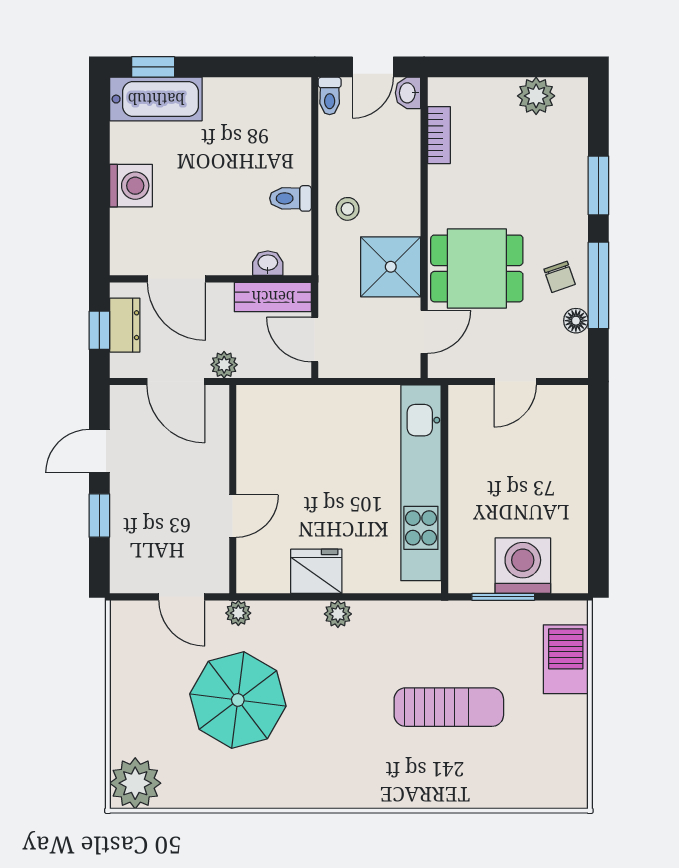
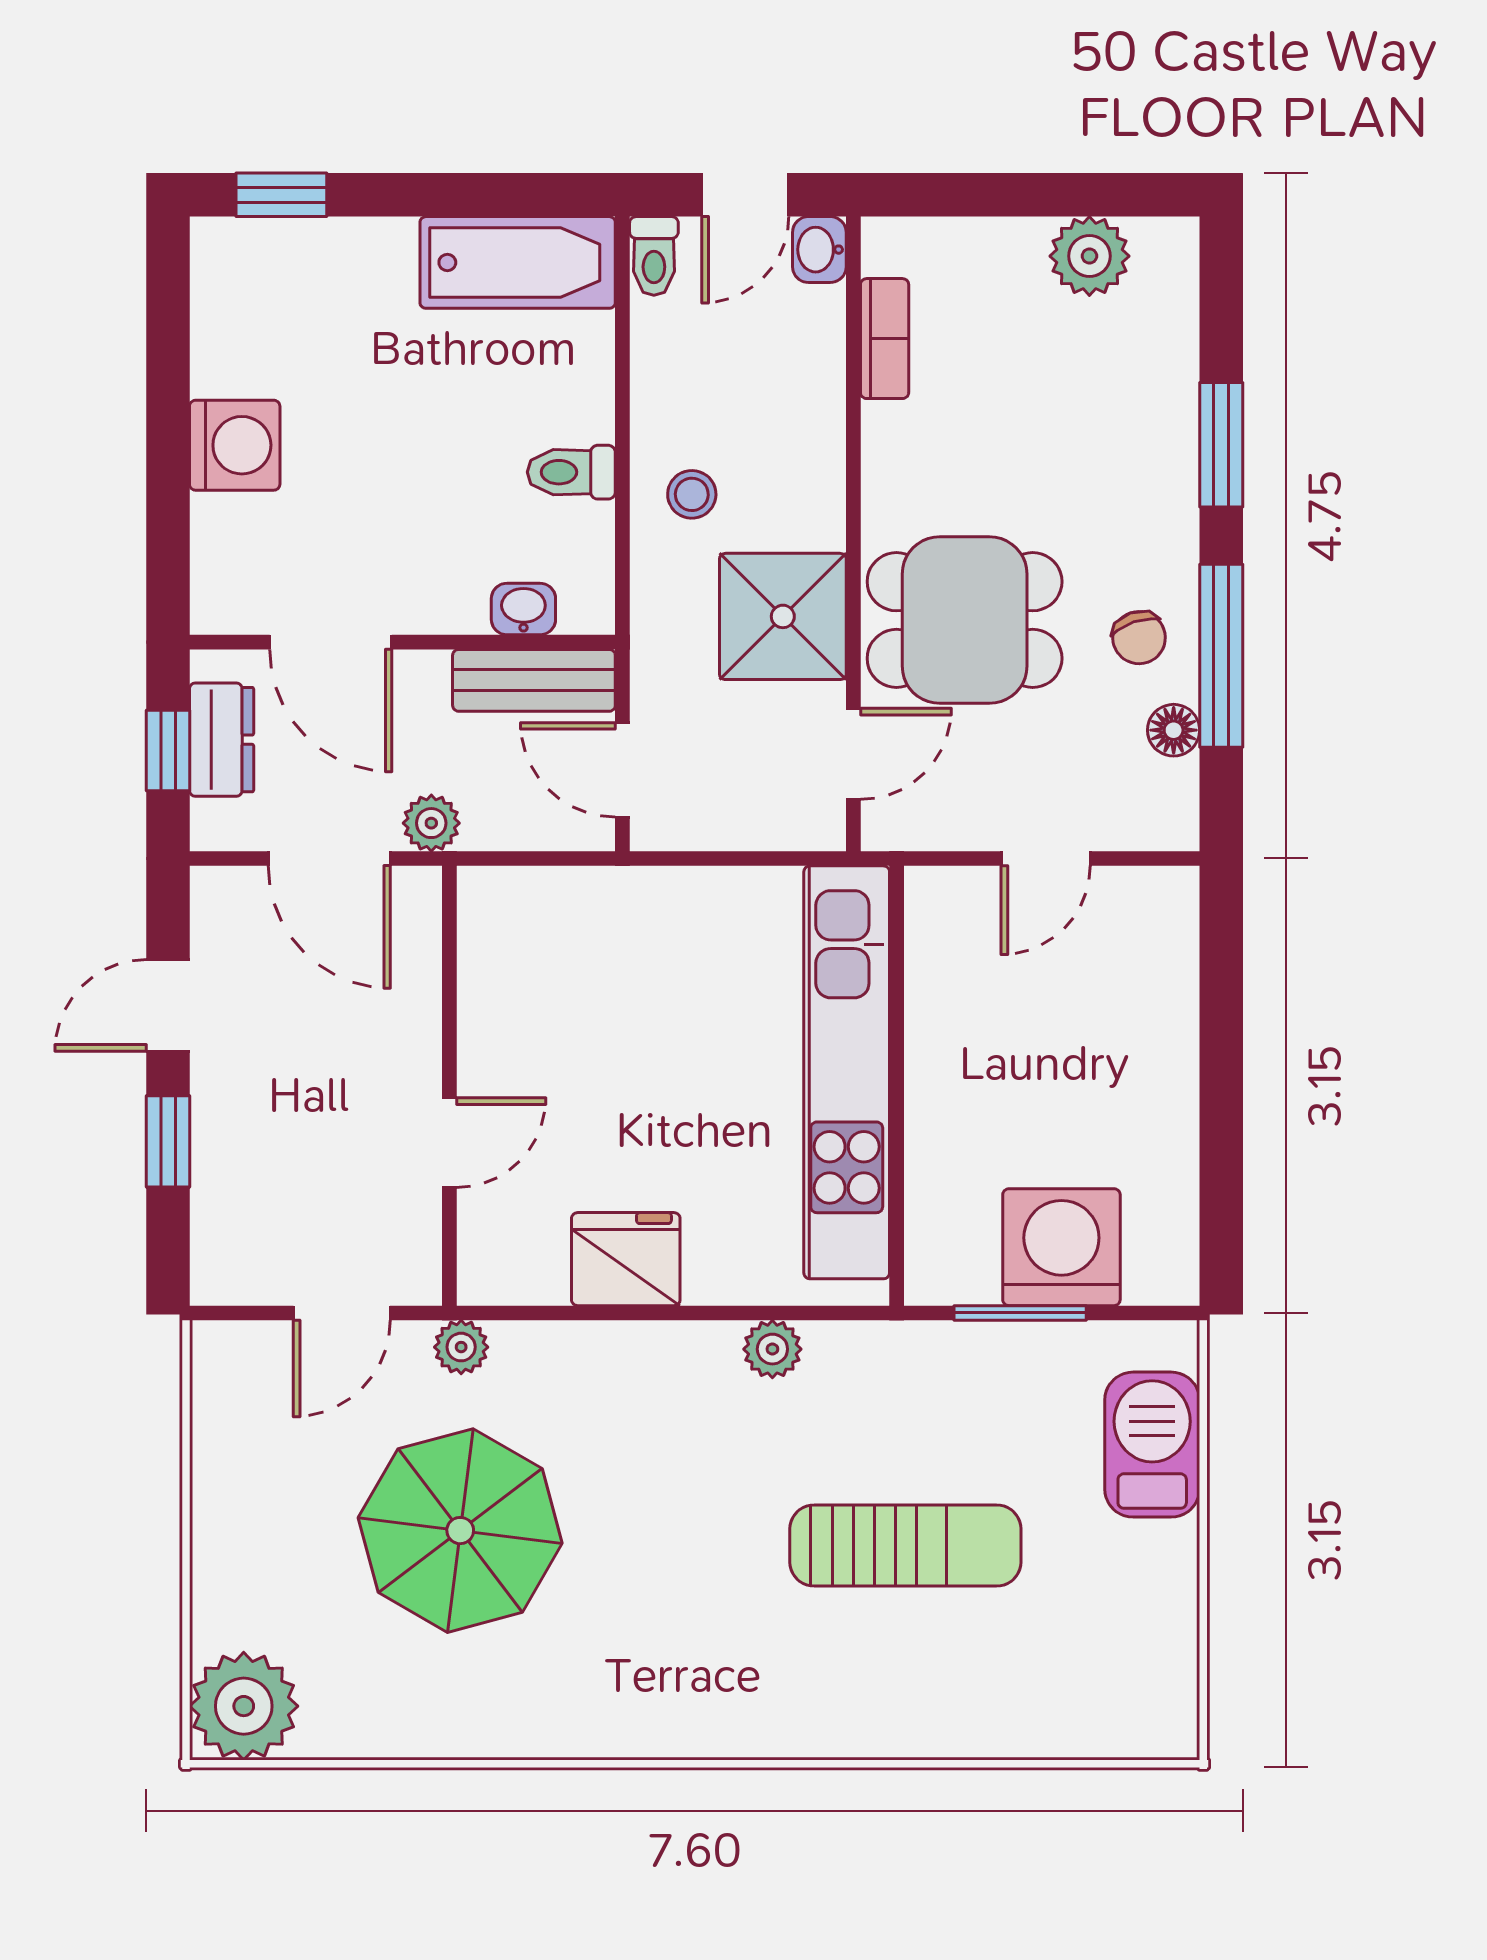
bathtub: (156, 99) -> (518, 262), moved
door: (182, 597) -> (342, 1313), hinge flipped
plant: (338, 614) -> (772, 1349), moved

